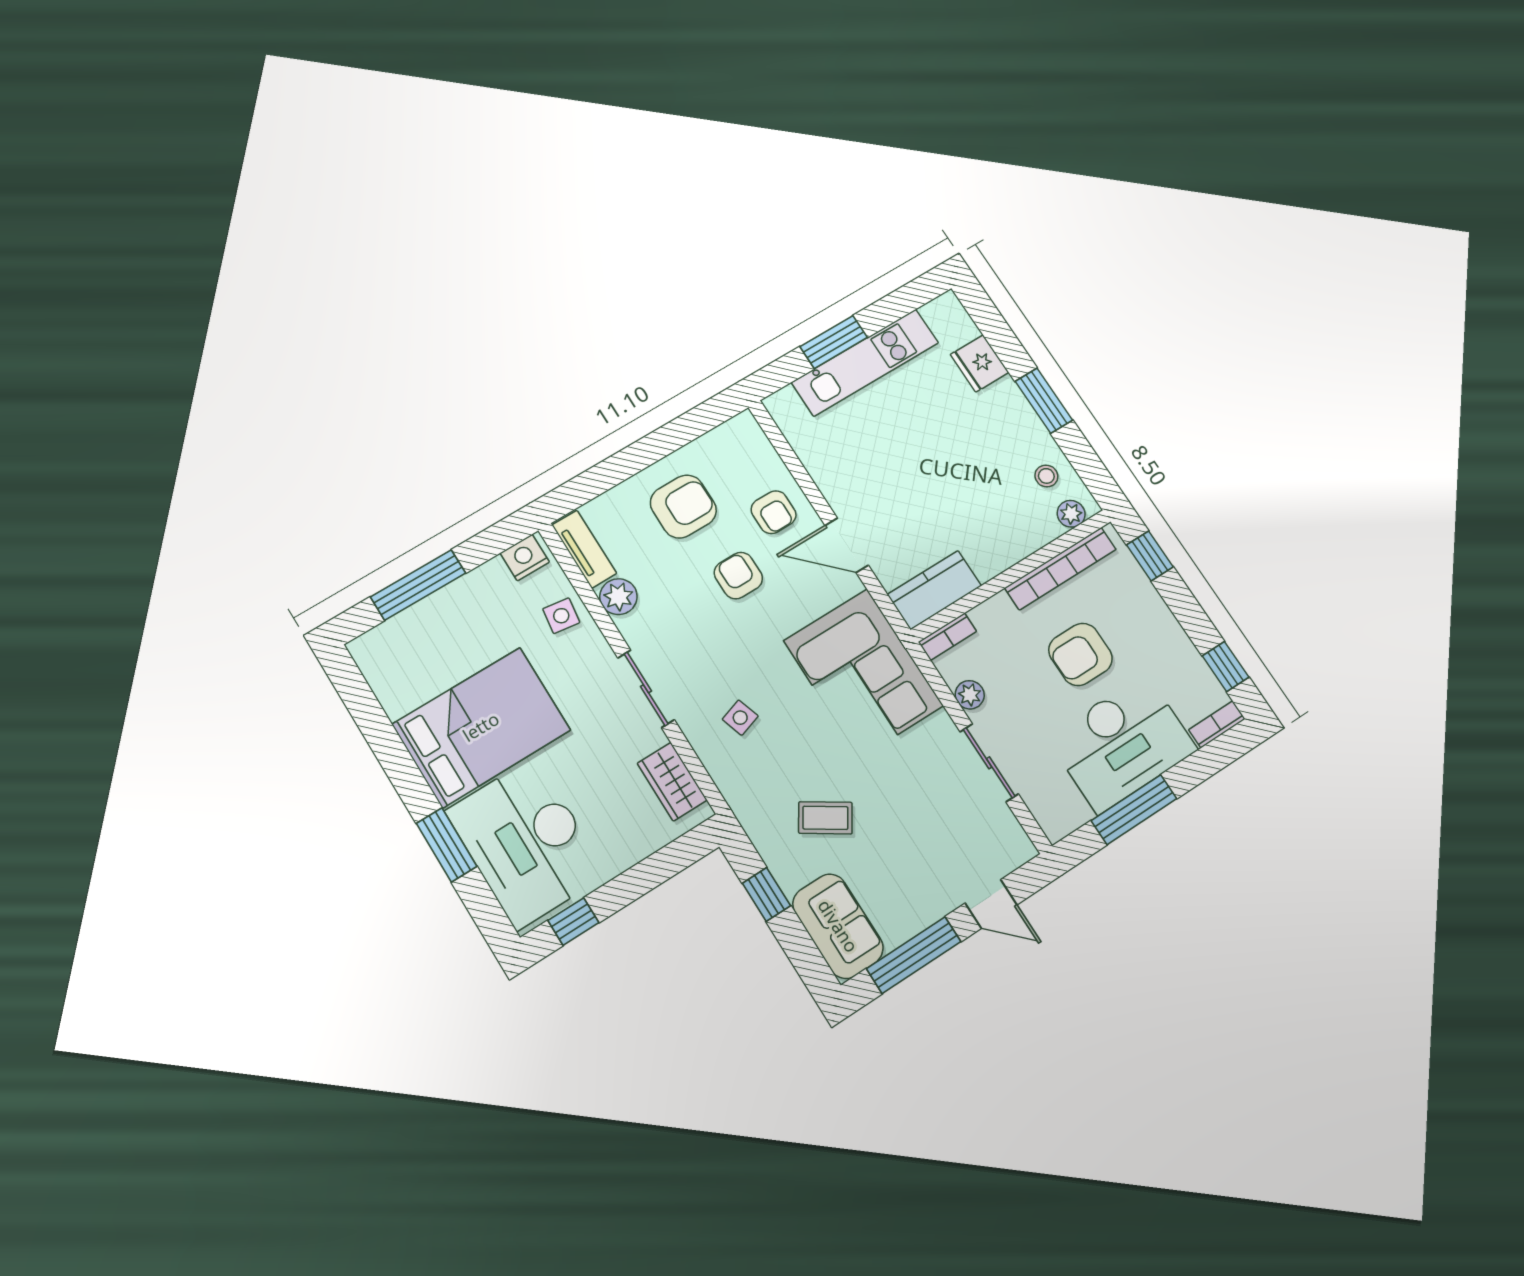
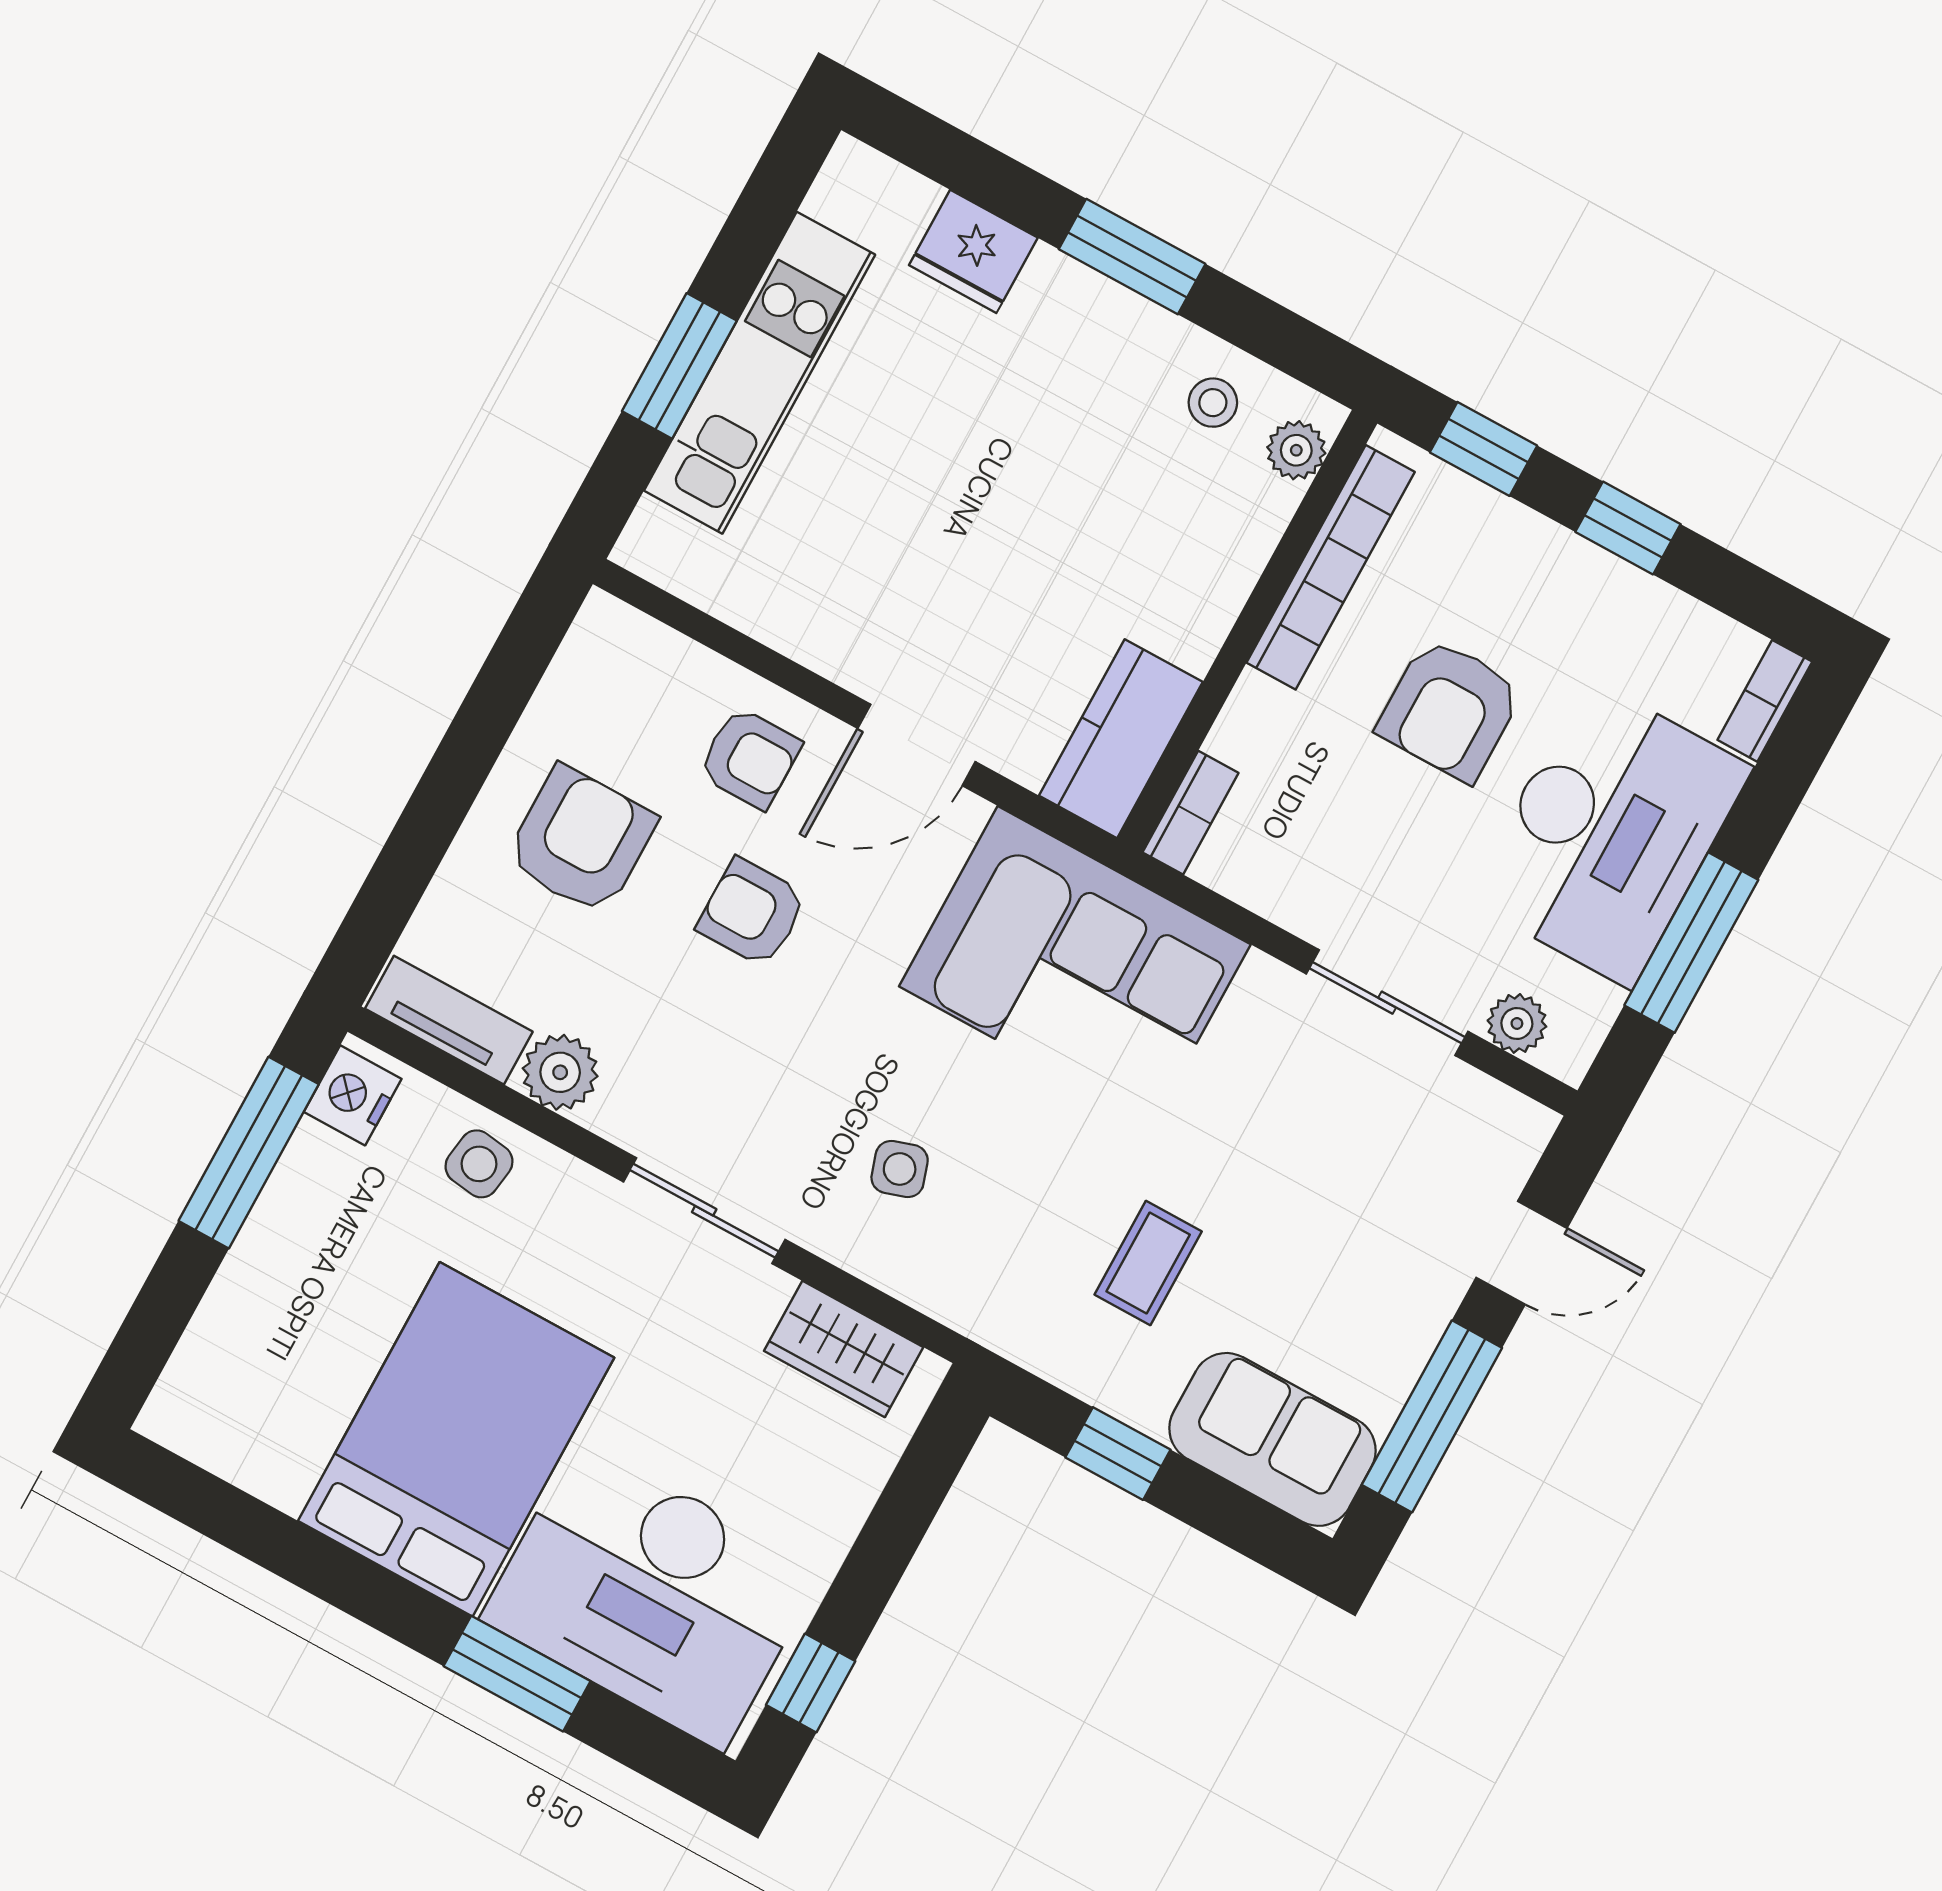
window: (418, 585) -> (249, 1153), moved
window: (1226, 667) -> (1628, 528), moved
plant: (970, 695) -> (1517, 1023), moved
coffee table: (825, 818) -> (1148, 1263), turned -33

